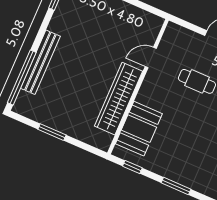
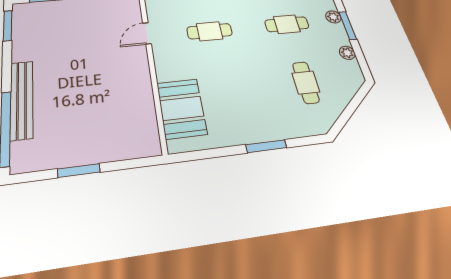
wardrobe: (119, 99) -> (138, 90), removed
window: (132, 167) -> (203, 154), removed

